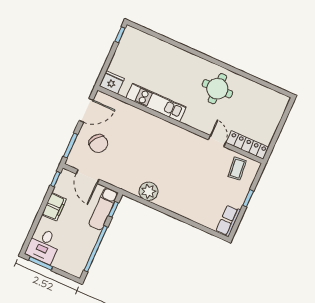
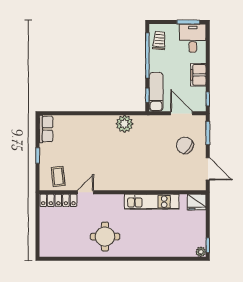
plant: (130, 31) -> (201, 252), added
door: (86, 110) -> (208, 169), swing flipped
door: (217, 141) -> (85, 192), swing flipped
trolley: (77, 258) -> (159, 40), added

